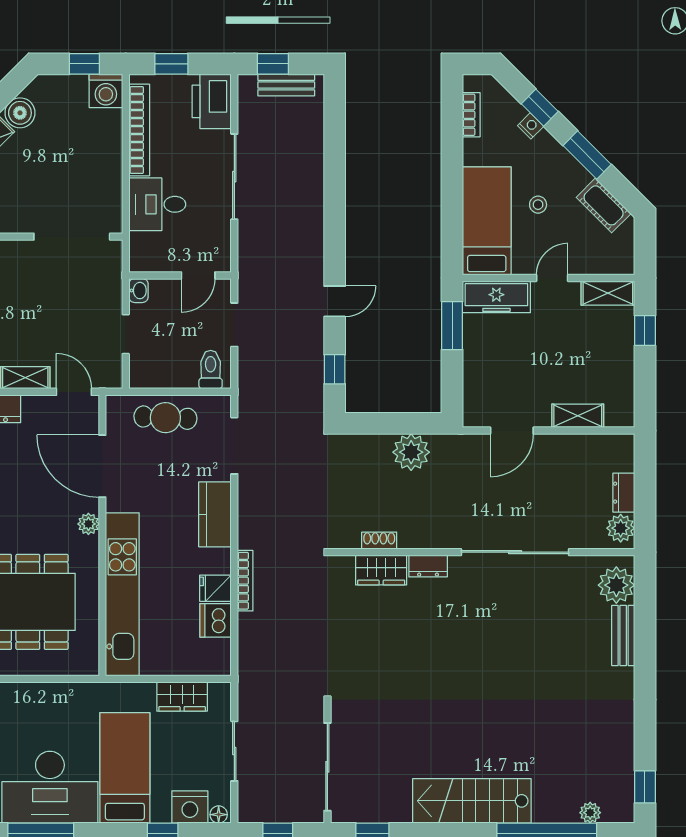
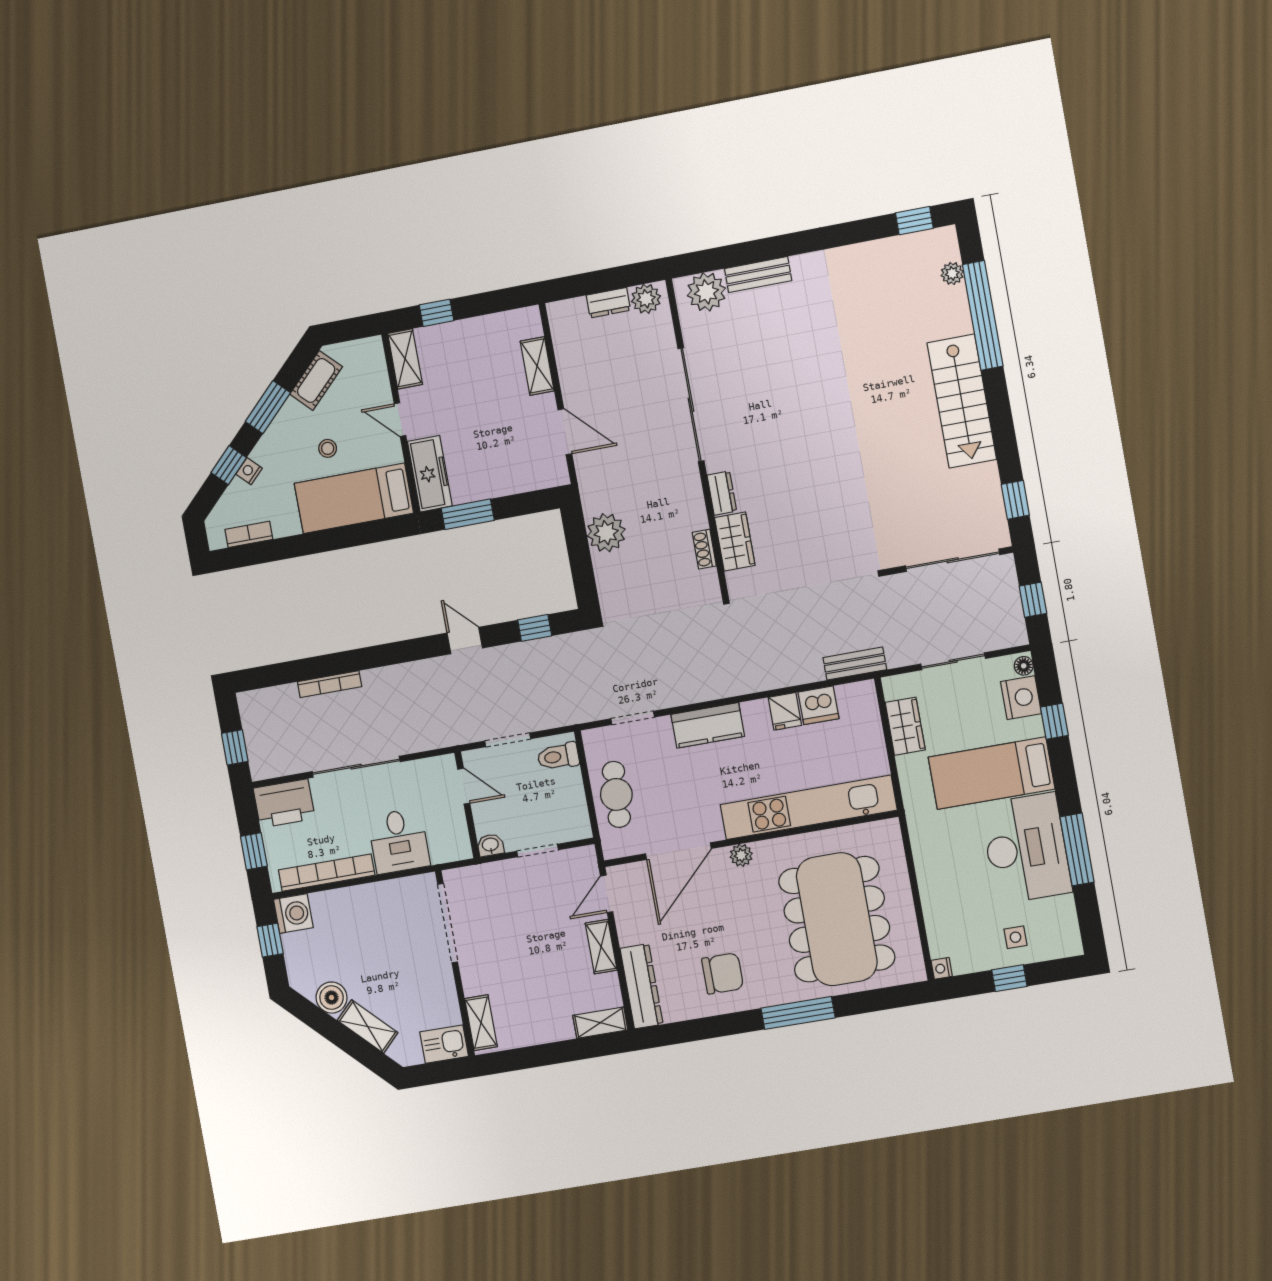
bench: (286, 85) -> (855, 664), moved, turned 90
doorway: (234, 446) -> (633, 718), width x0.73
bookcase: (245, 581) -> (330, 684), moved, turned 180

